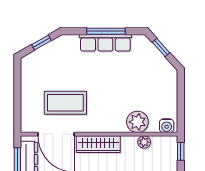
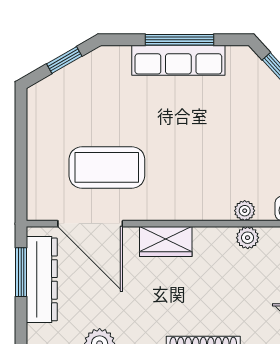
plant: (137, 122) -> (245, 211), width x0.53, depth x0.53
wardrobe: (98, 144) -> (166, 241), width x0.67

